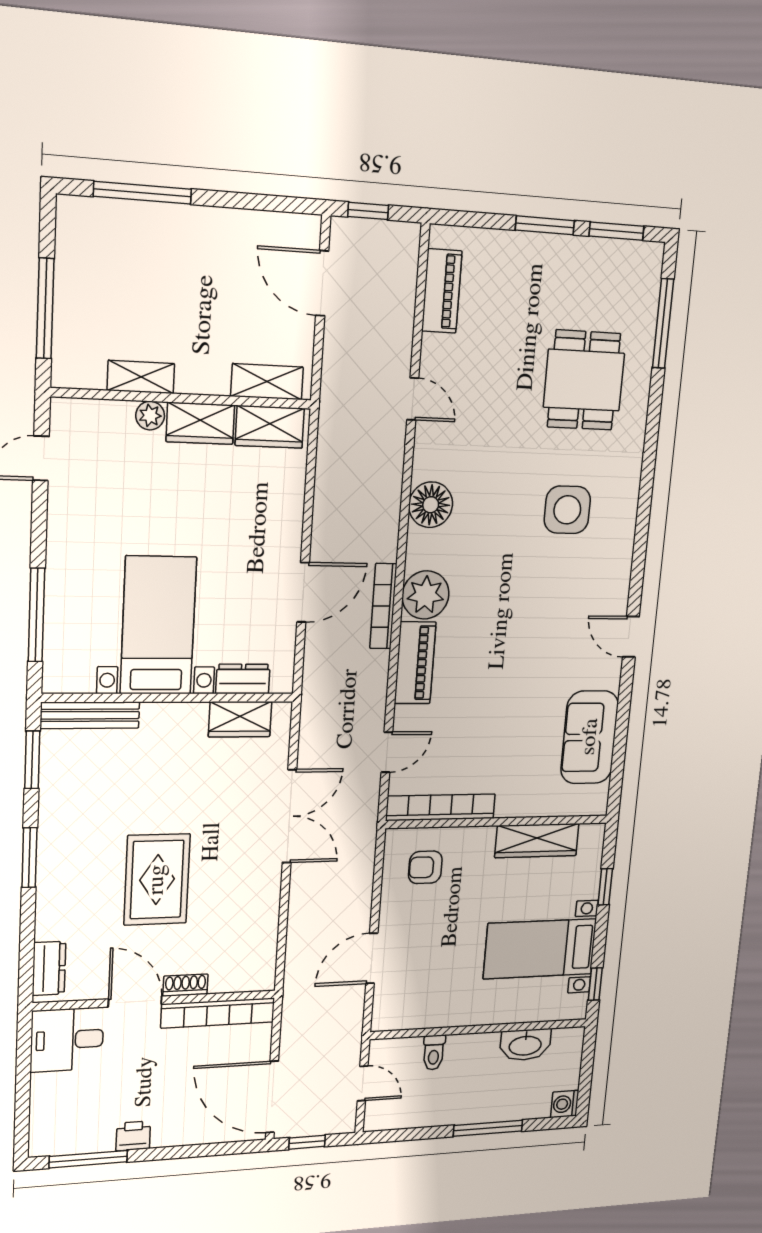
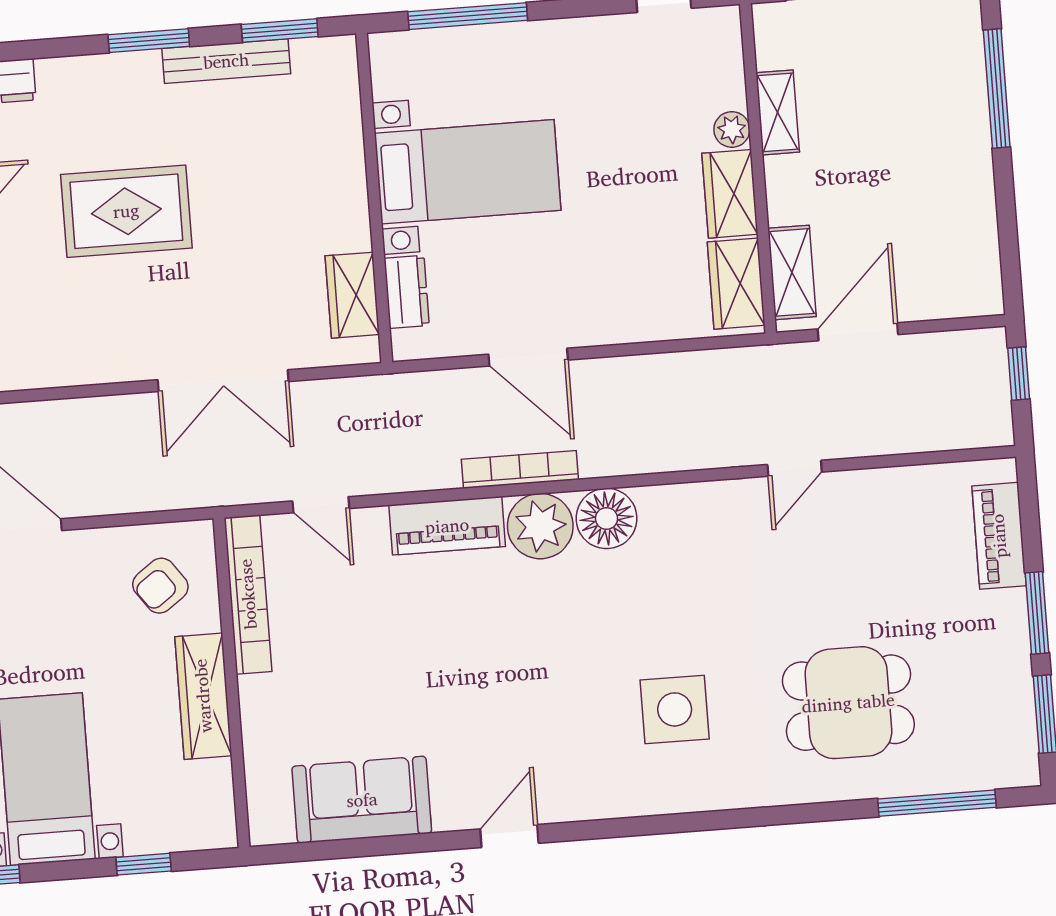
door: (322, 283) -> (858, 332), moved
piano: (442, 291) -> (999, 536), moved, turned 90
floor lamp: (431, 505) -> (607, 518), moved
bench: (90, 715) -> (226, 61), moved, turned 90
wardrobe: (537, 841) -> (203, 696), moved
armchair: (425, 867) -> (160, 586), turned -126

